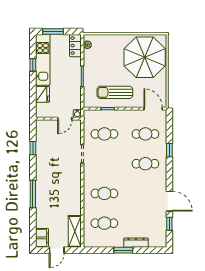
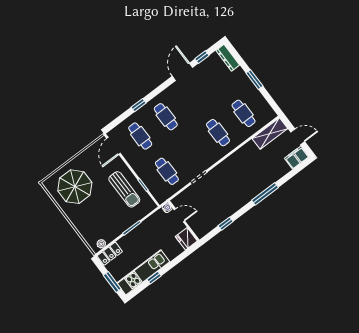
parasol: (145, 57) -> (75, 187), width x0.73, depth x0.73
fridge: (42, 94) -> (186, 239), moved, turned -90
dresser: (136, 243) -> (228, 58), moved

